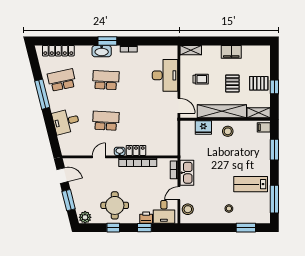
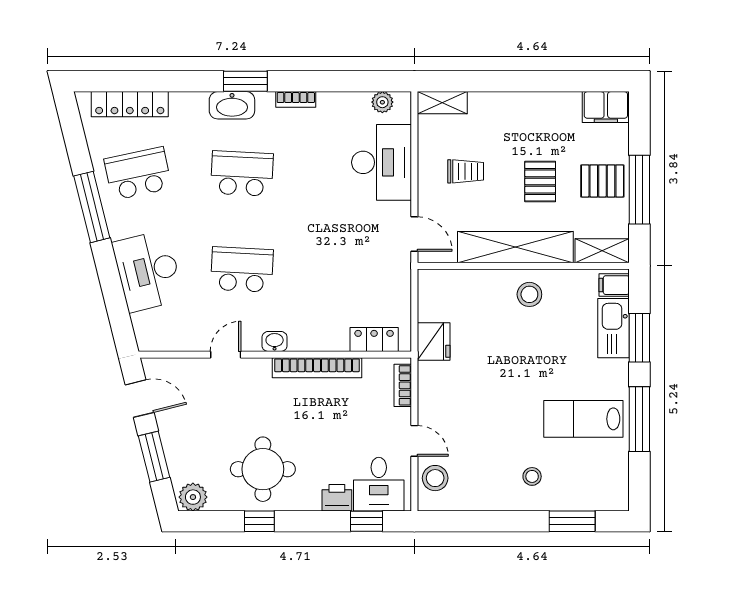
plant: (165, 50) -> (382, 102), added
filing cabinet: (231, 52) -> (606, 107), moved
window: (274, 87) -> (639, 190), width x2.17
desk: (66, 121) -> (148, 271), width x1.37
fridge: (203, 127) -> (434, 341), moved, turned -90
locker: (136, 150) -> (374, 339), moved
kitchen sink: (187, 173) -> (614, 328), moved, turned 180
door: (179, 193) -> (414, 441), swing flipped
window: (274, 199) -> (639, 419), moved
window: (144, 228) -> (367, 521), moved

